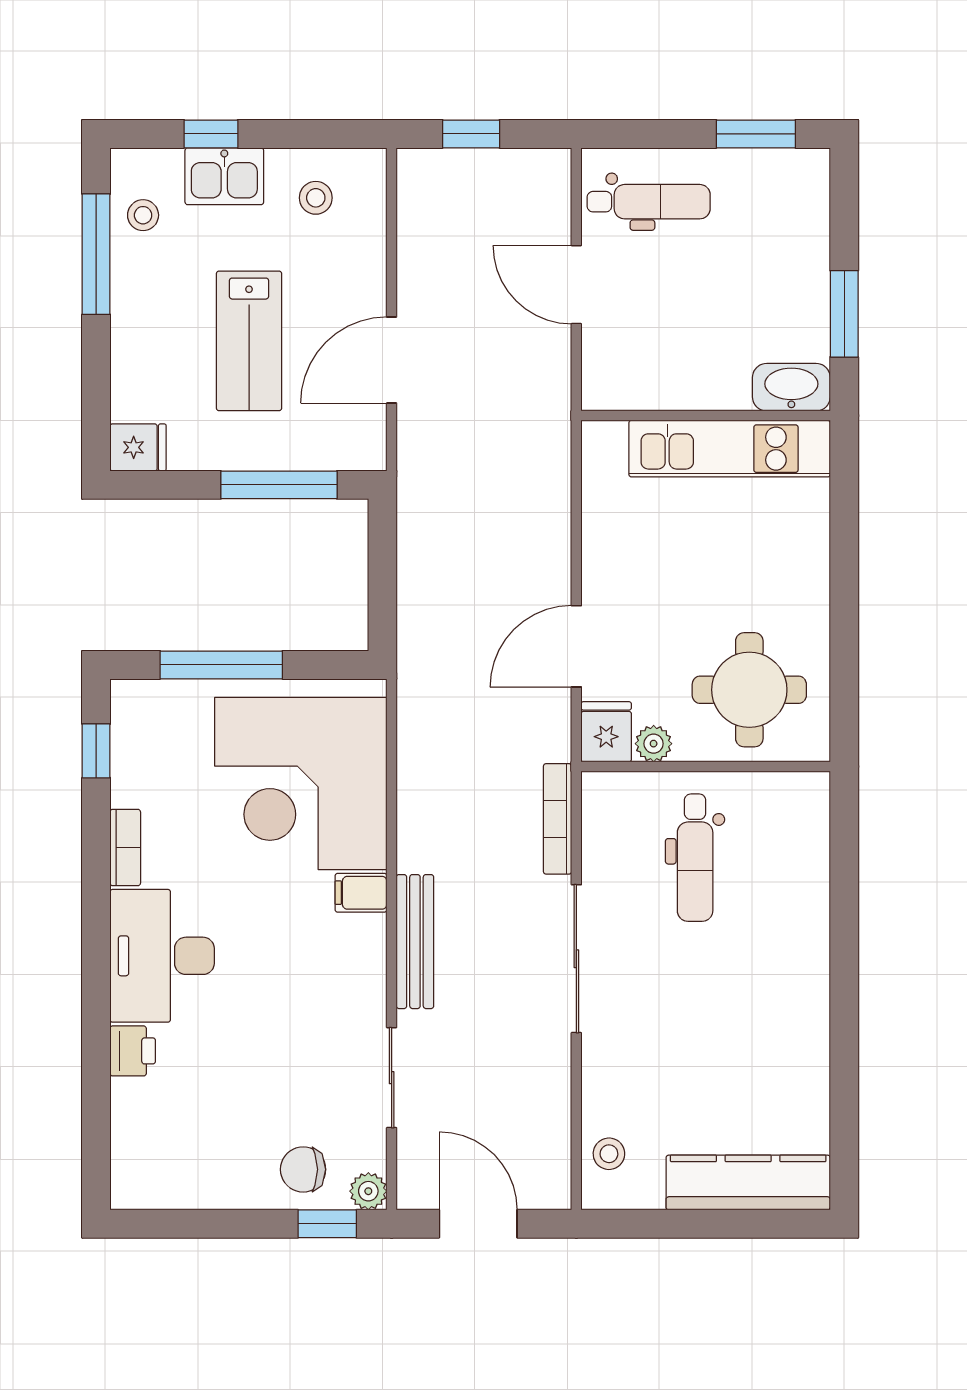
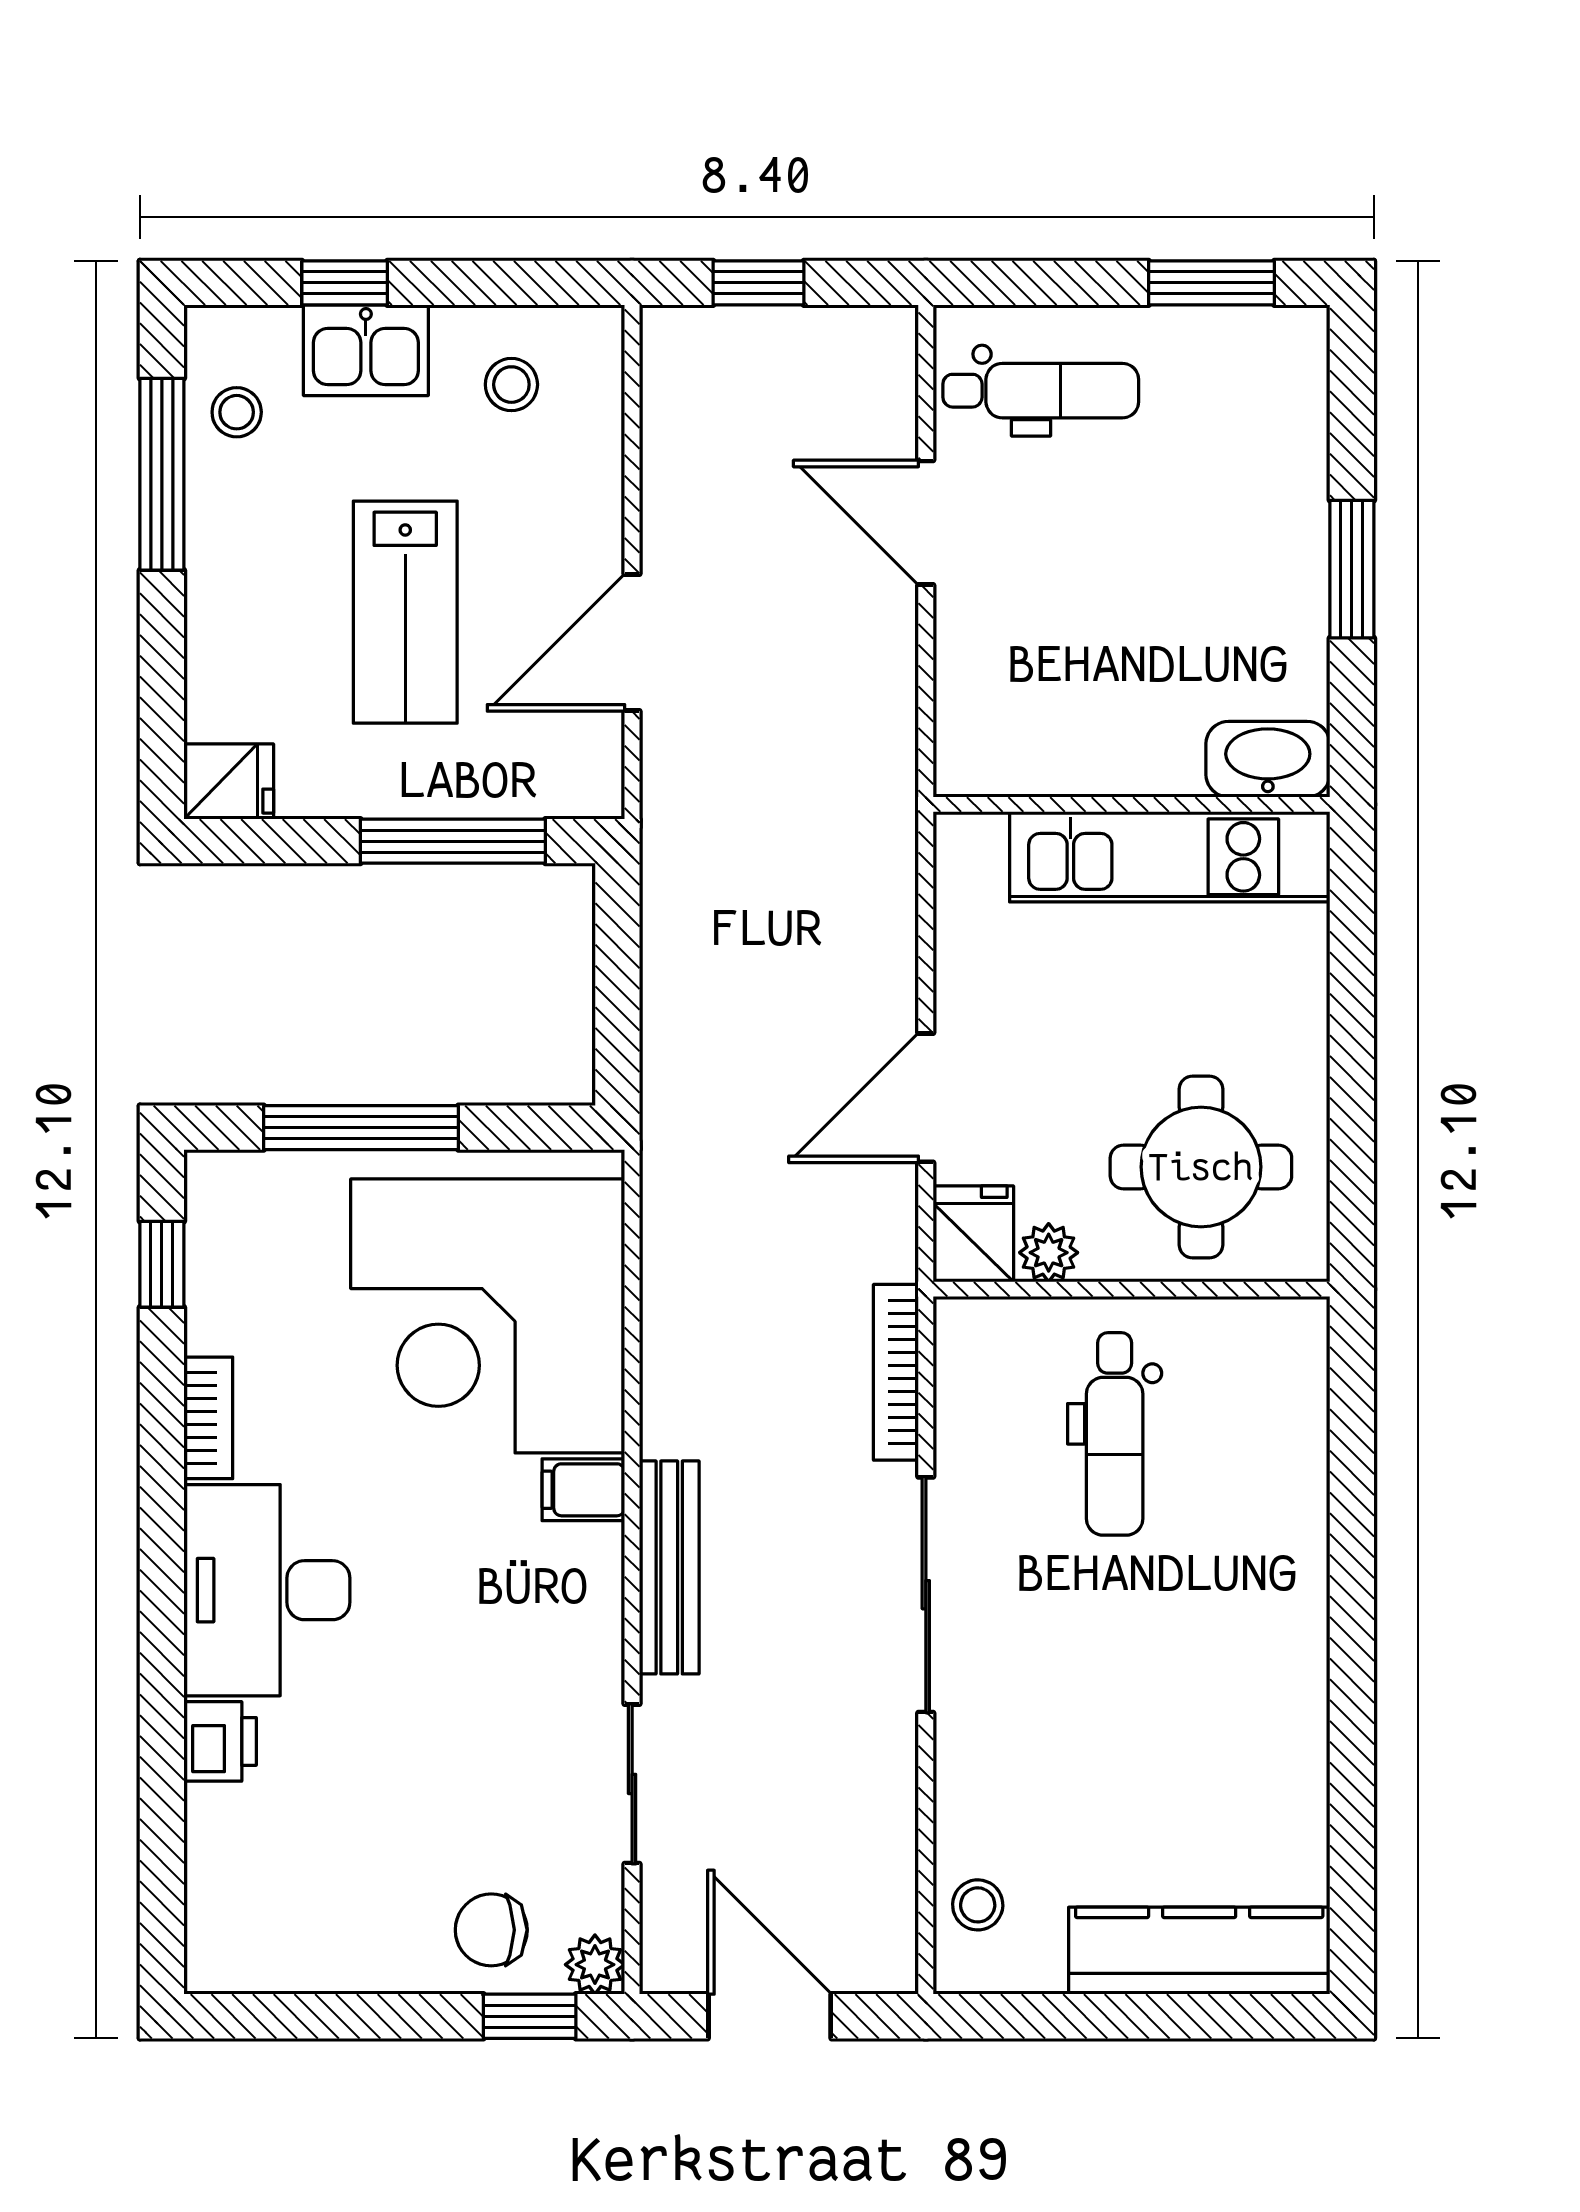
washbasin: (791, 387) -> (1268, 759), moved
wall: (706, 416) -> (1131, 804), moved
kitchen unit: (730, 449) -> (1170, 857), moved

